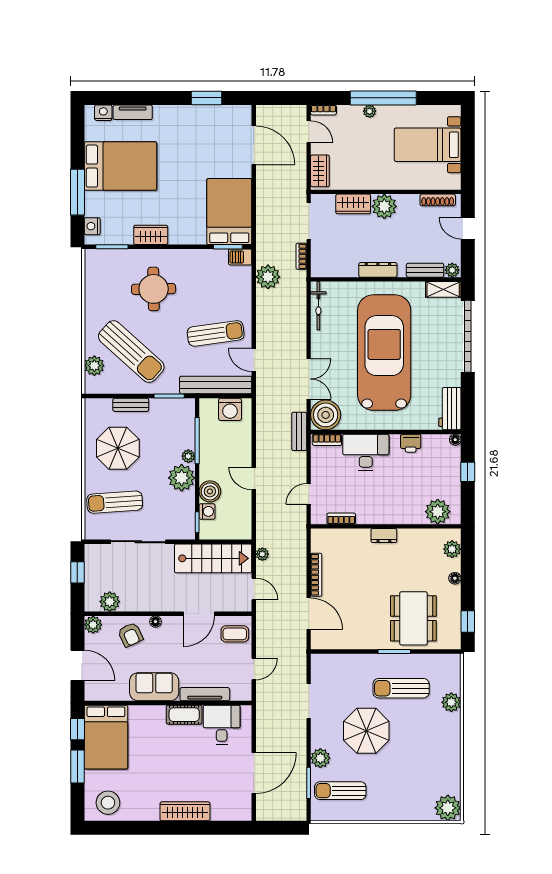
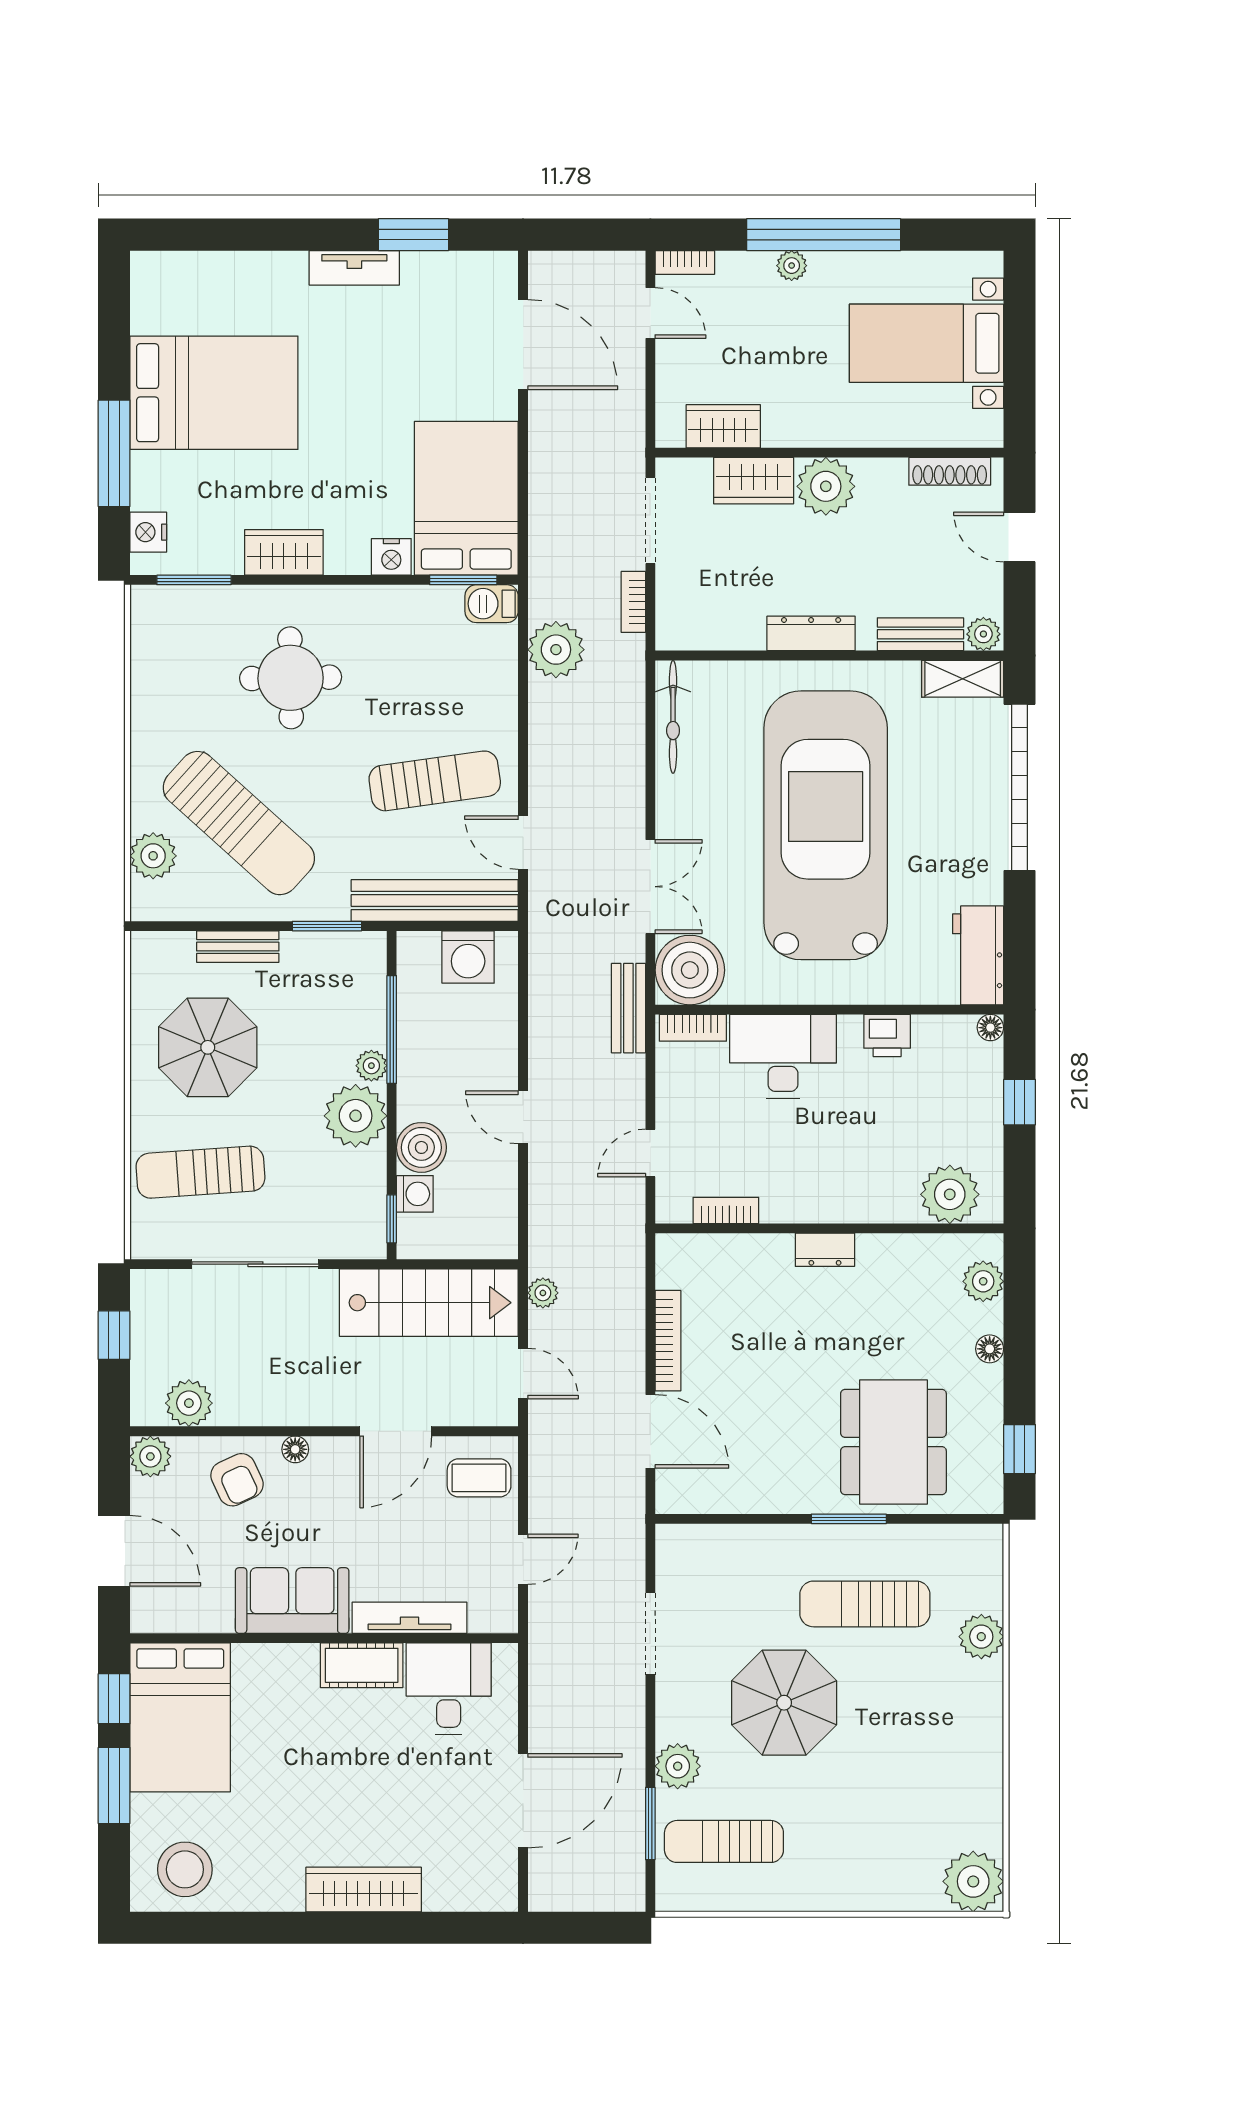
tv unit: (133, 112) -> (354, 268), moved
nightstand: (103, 113) -> (391, 557), moved, turned 180
wardrobe: (320, 171) -> (723, 426), moved, turned -90

